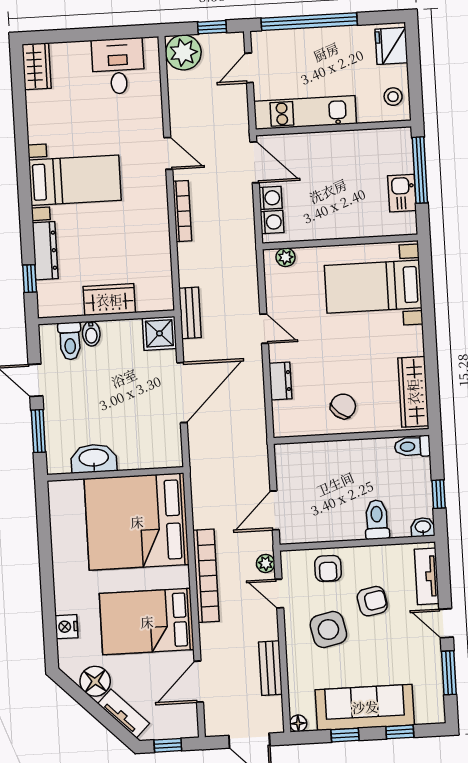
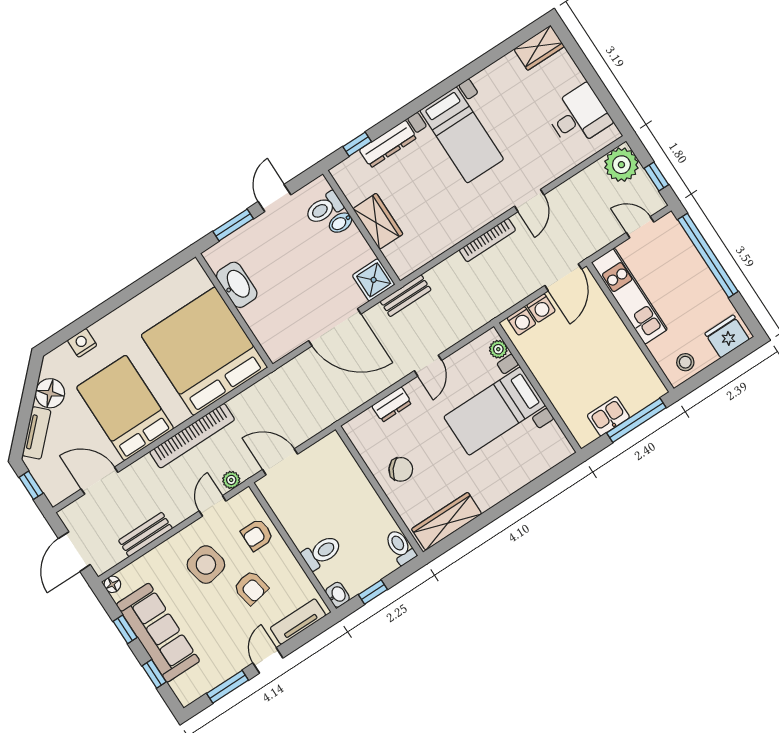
bed with nightstands: (373, 287) -> (495, 411), moved, turned -90

